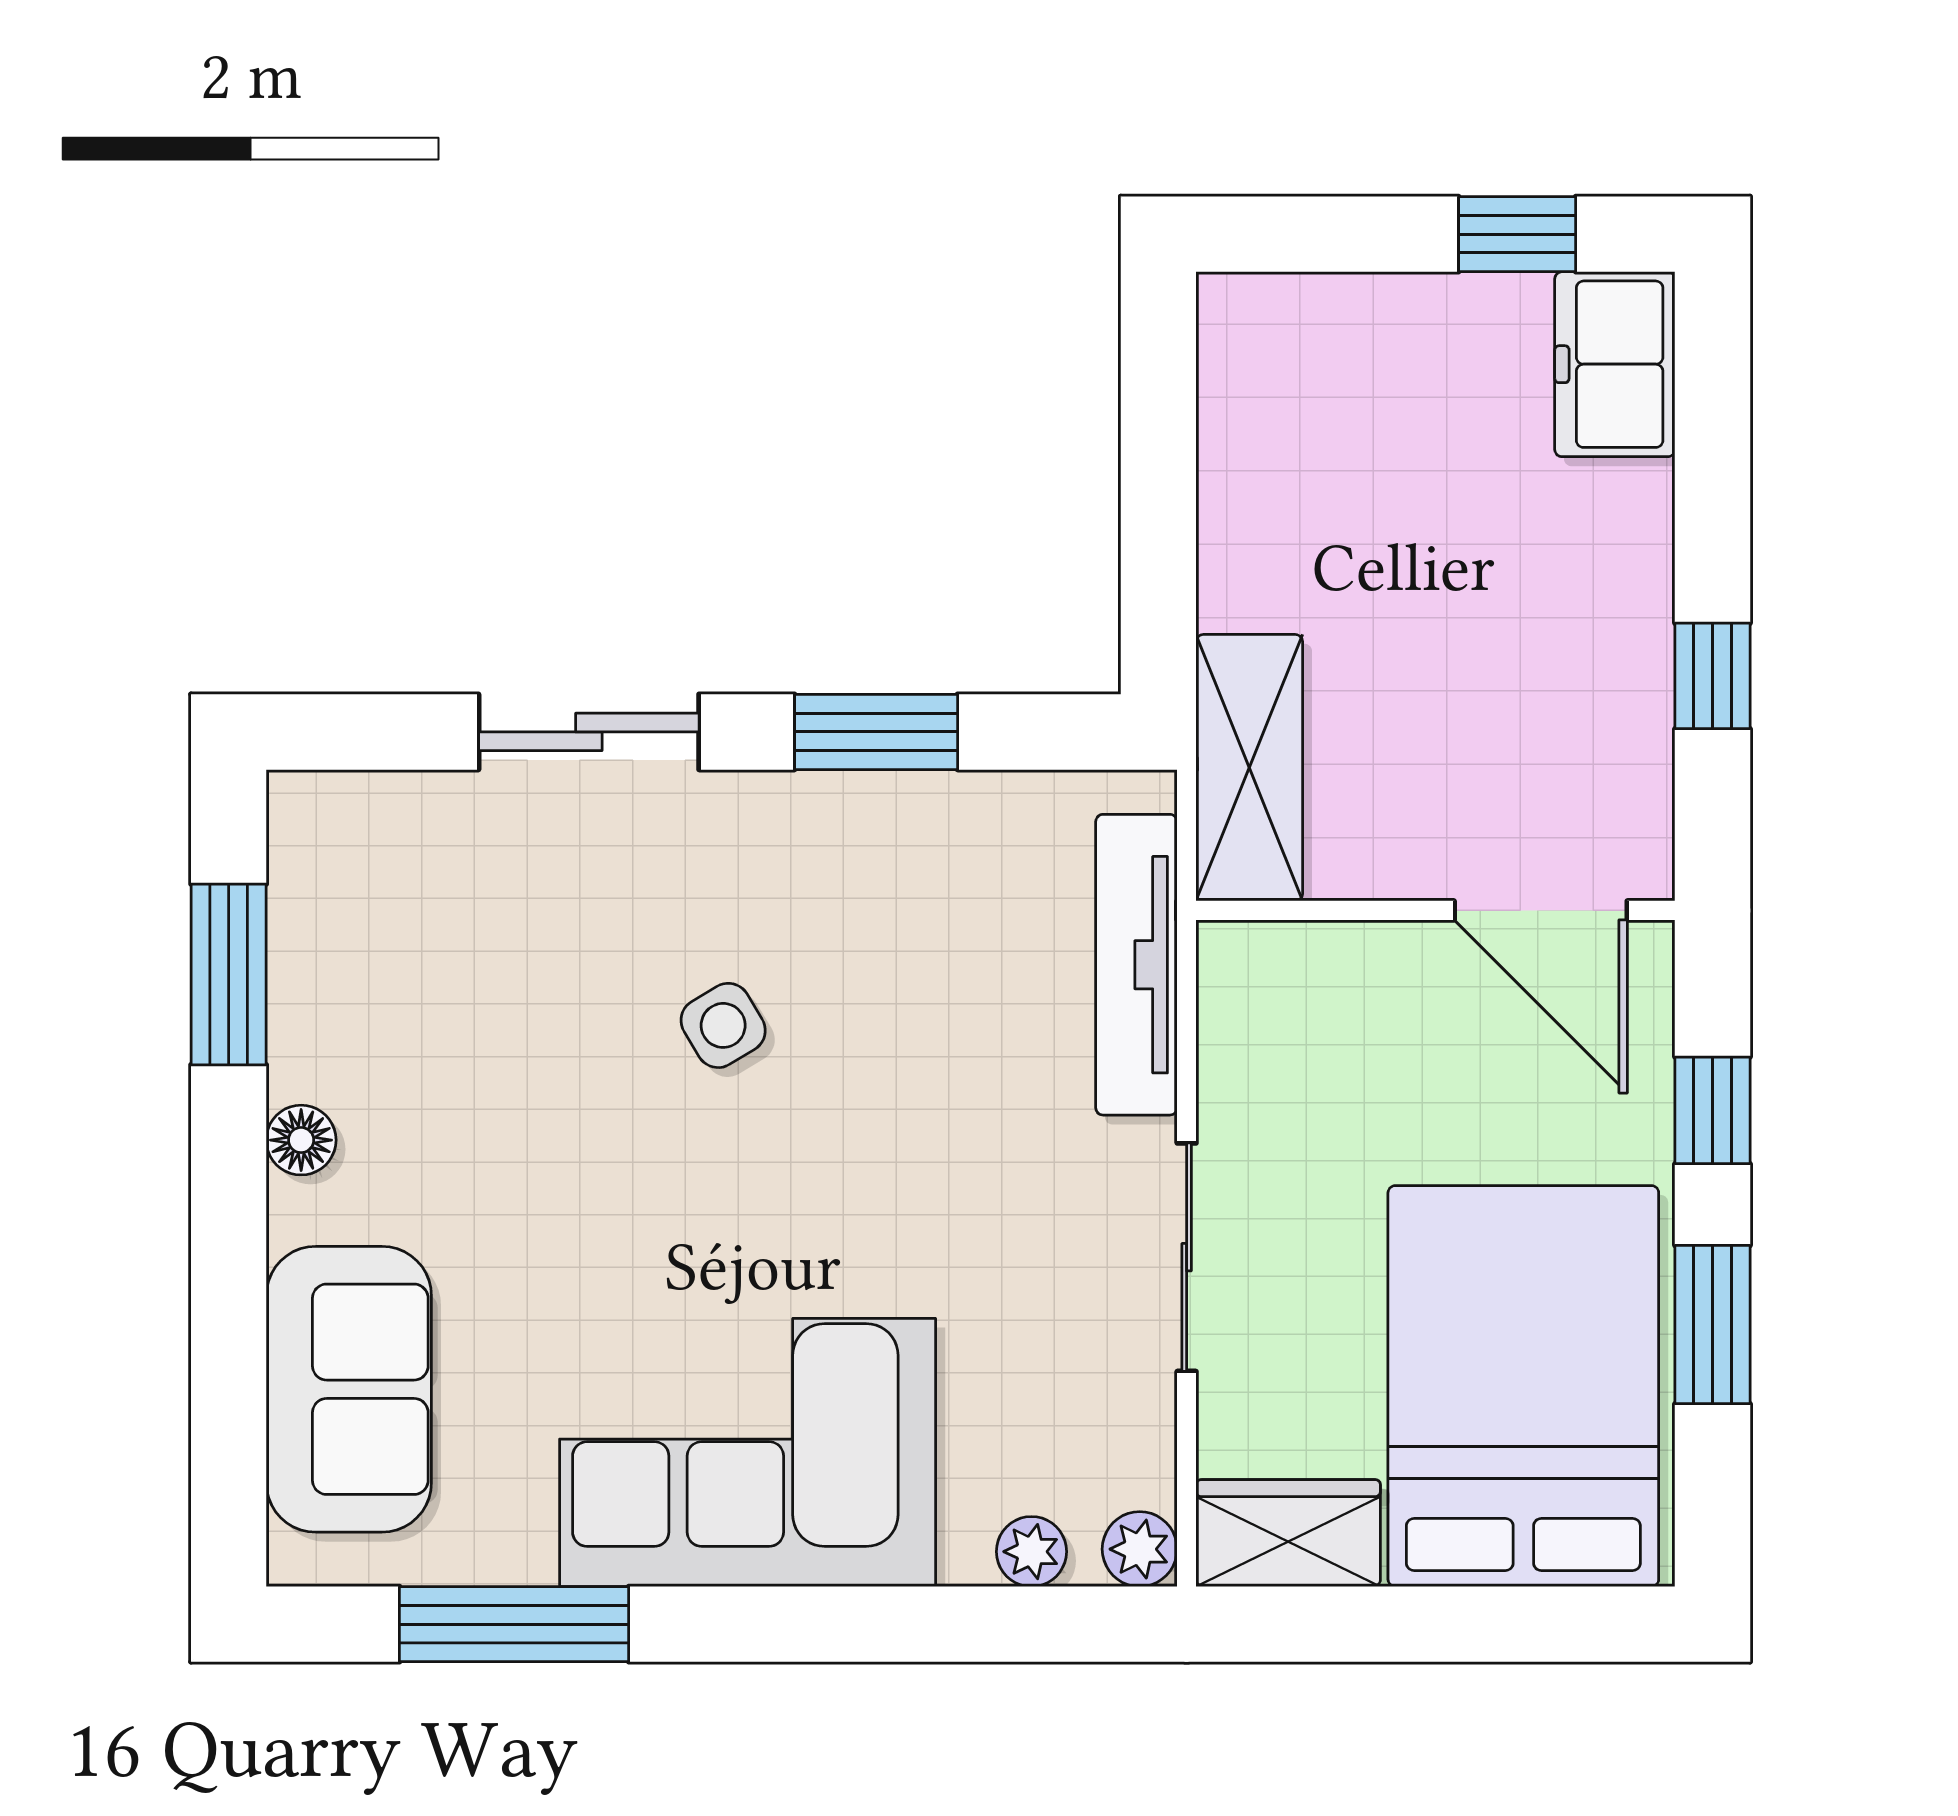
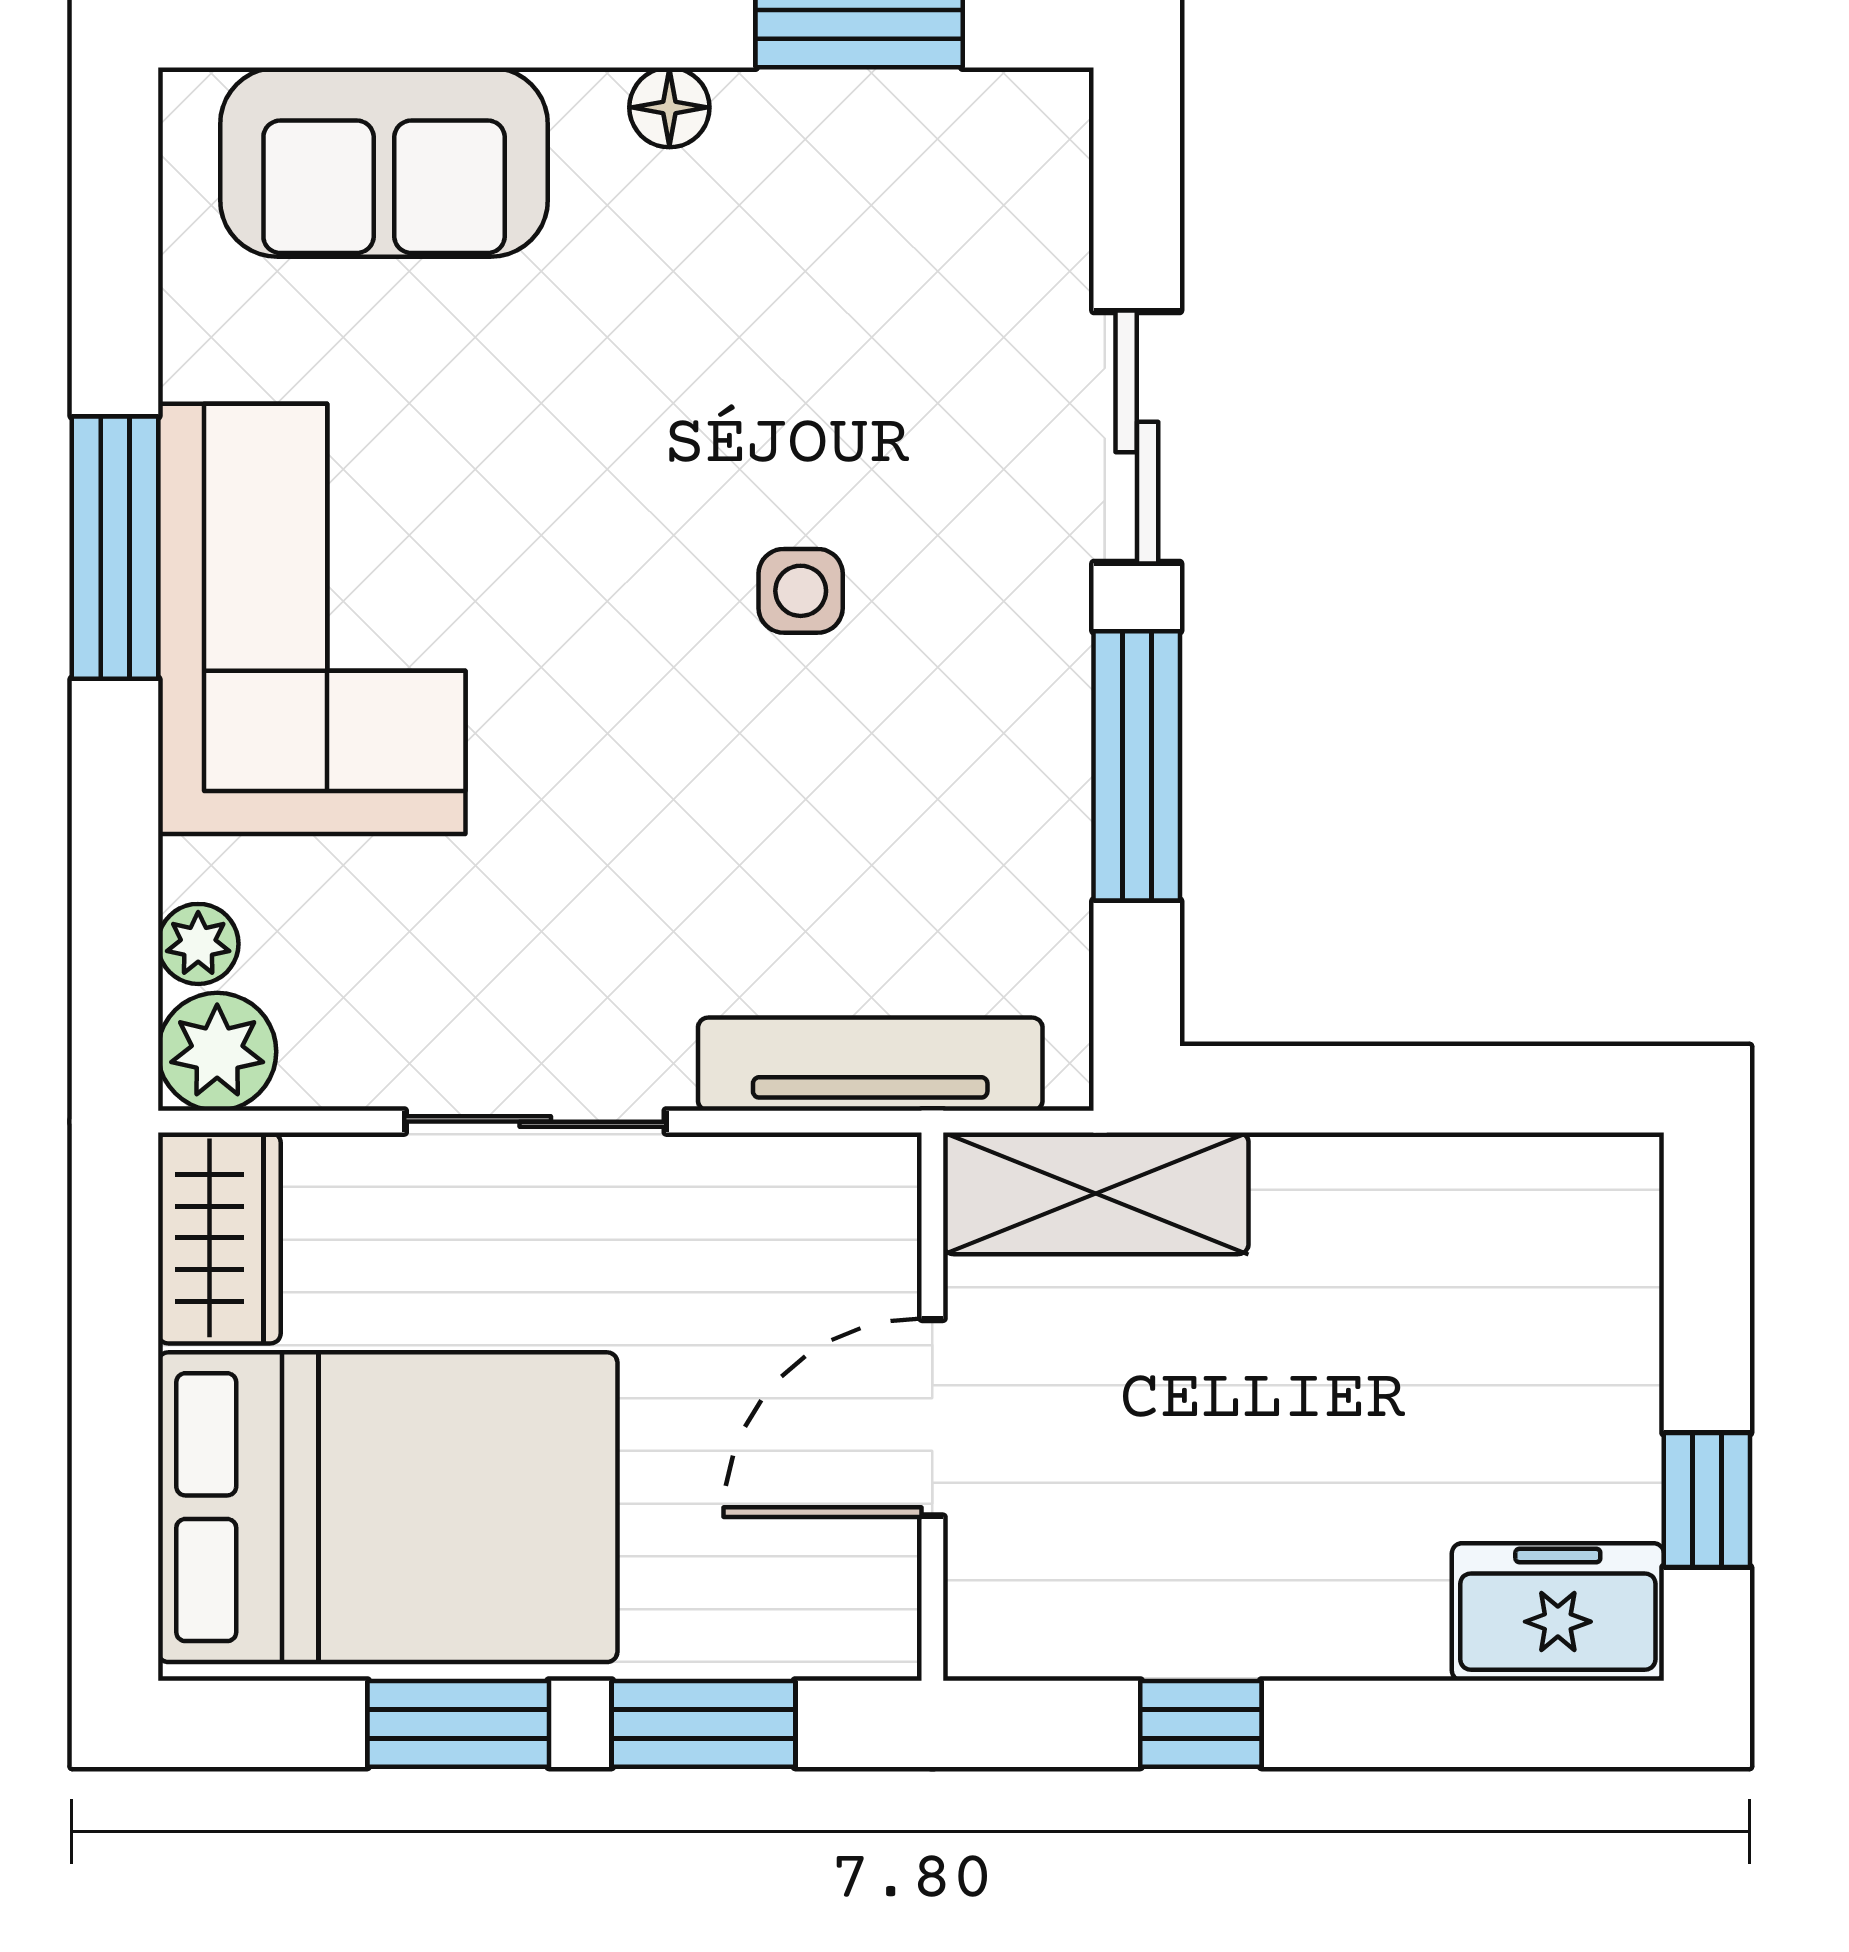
window: (876, 732) -> (1137, 766), width x1.44
door: (1541, 910) -> (932, 1418), moved
side table: (723, 1025) -> (801, 591), turned 31
window: (1713, 1110) -> (703, 1724), width x1.50
plant: (1140, 1549) -> (217, 1052), width x1.38, depth x1.38
window: (514, 1624) -> (115, 548), moved

